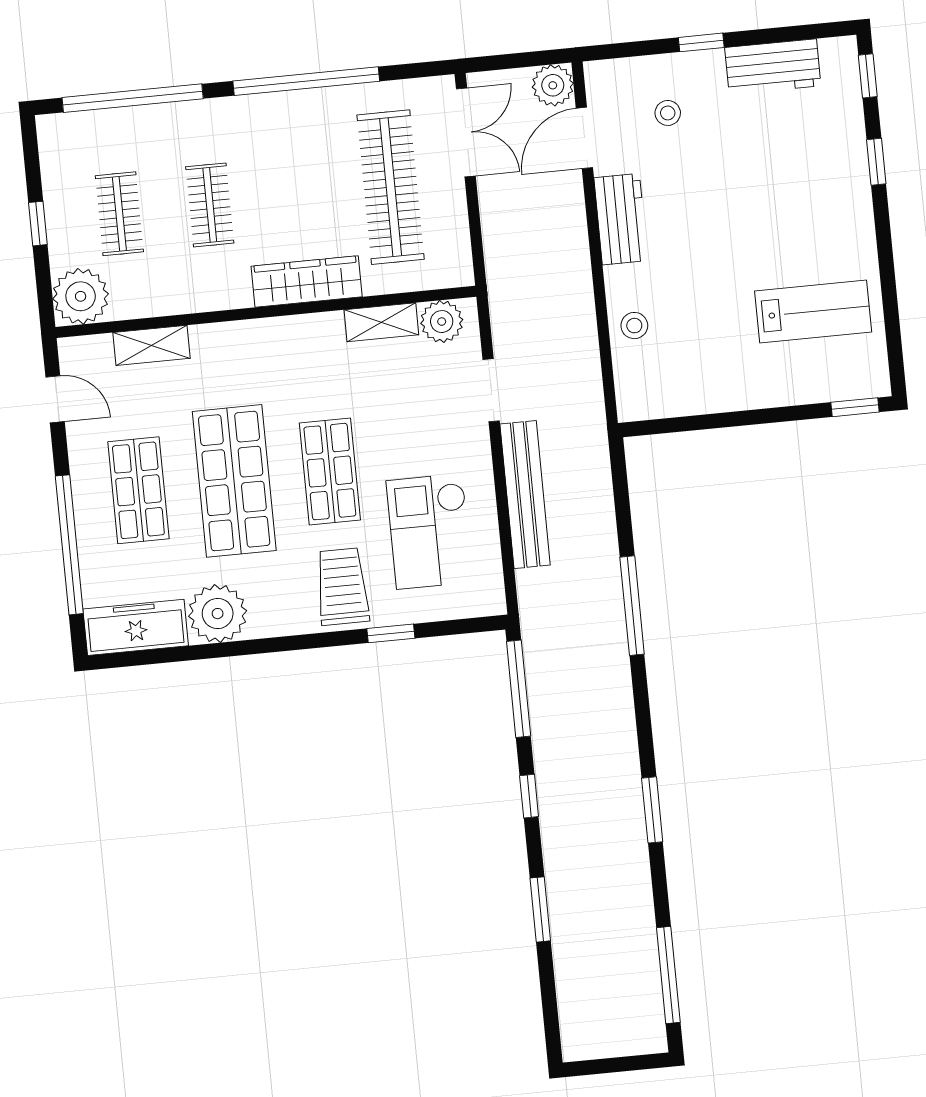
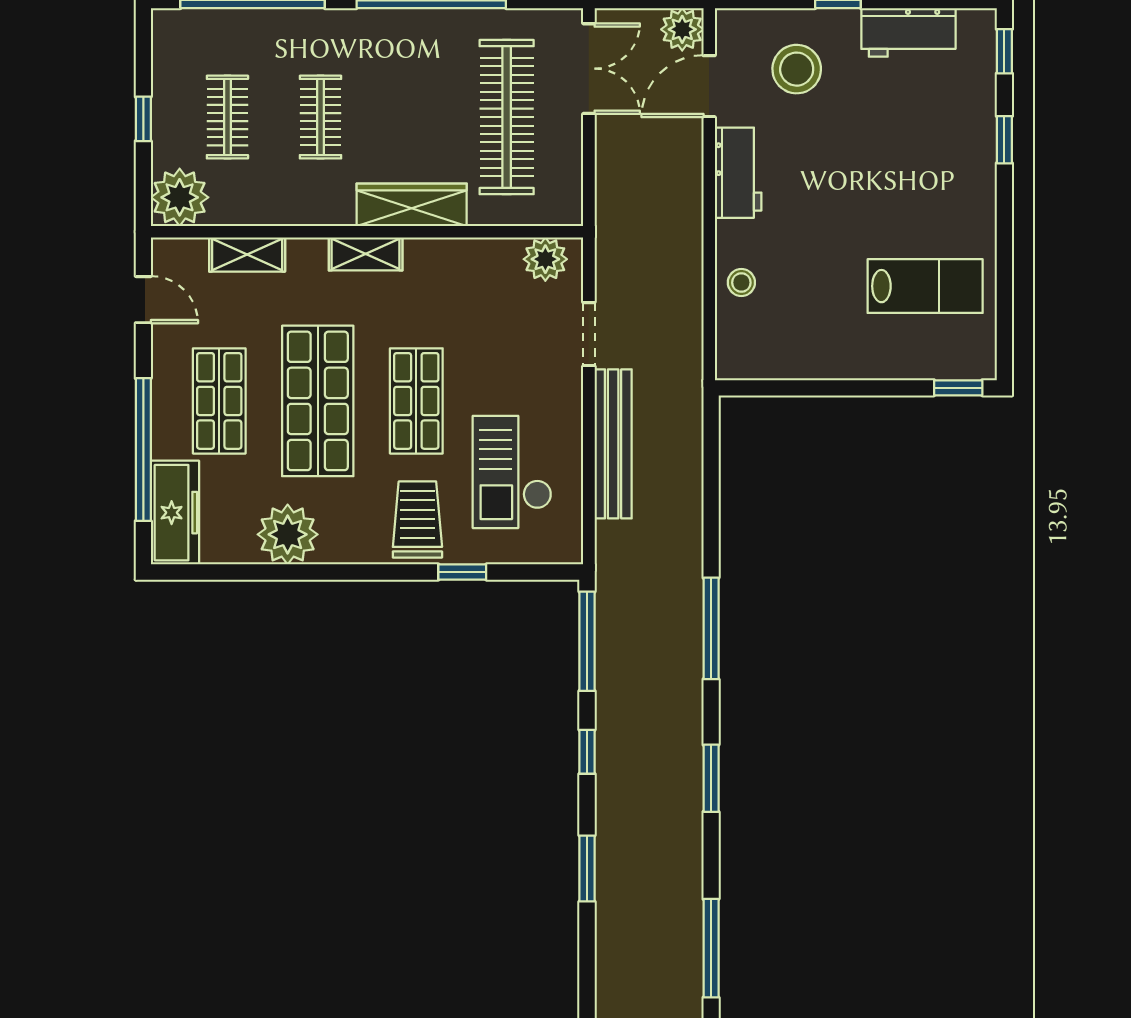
stool: (668, 113) -> (797, 69), width x1.89, depth x1.89
shelving: (381, 322) -> (366, 254), moved
window: (632, 606) -> (711, 628), moved
freezer: (136, 627) -> (175, 513), moved, turned 90

